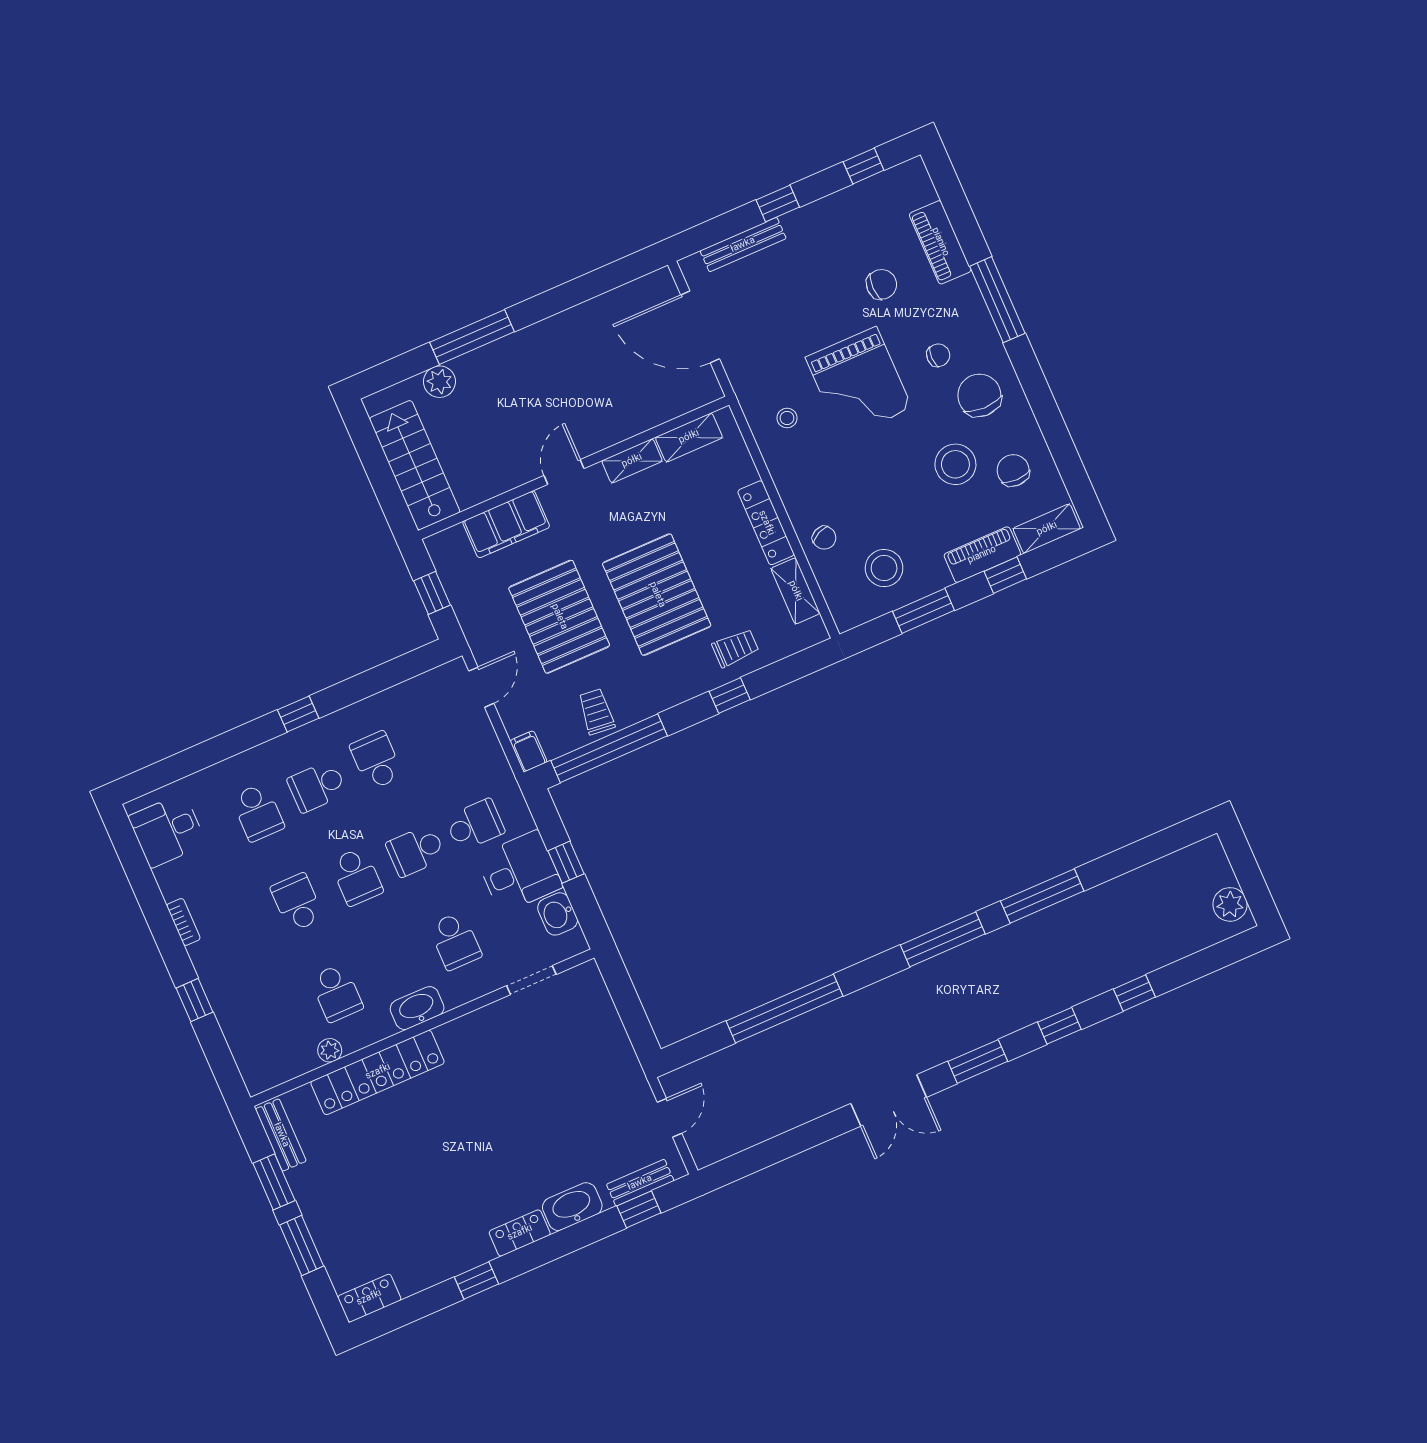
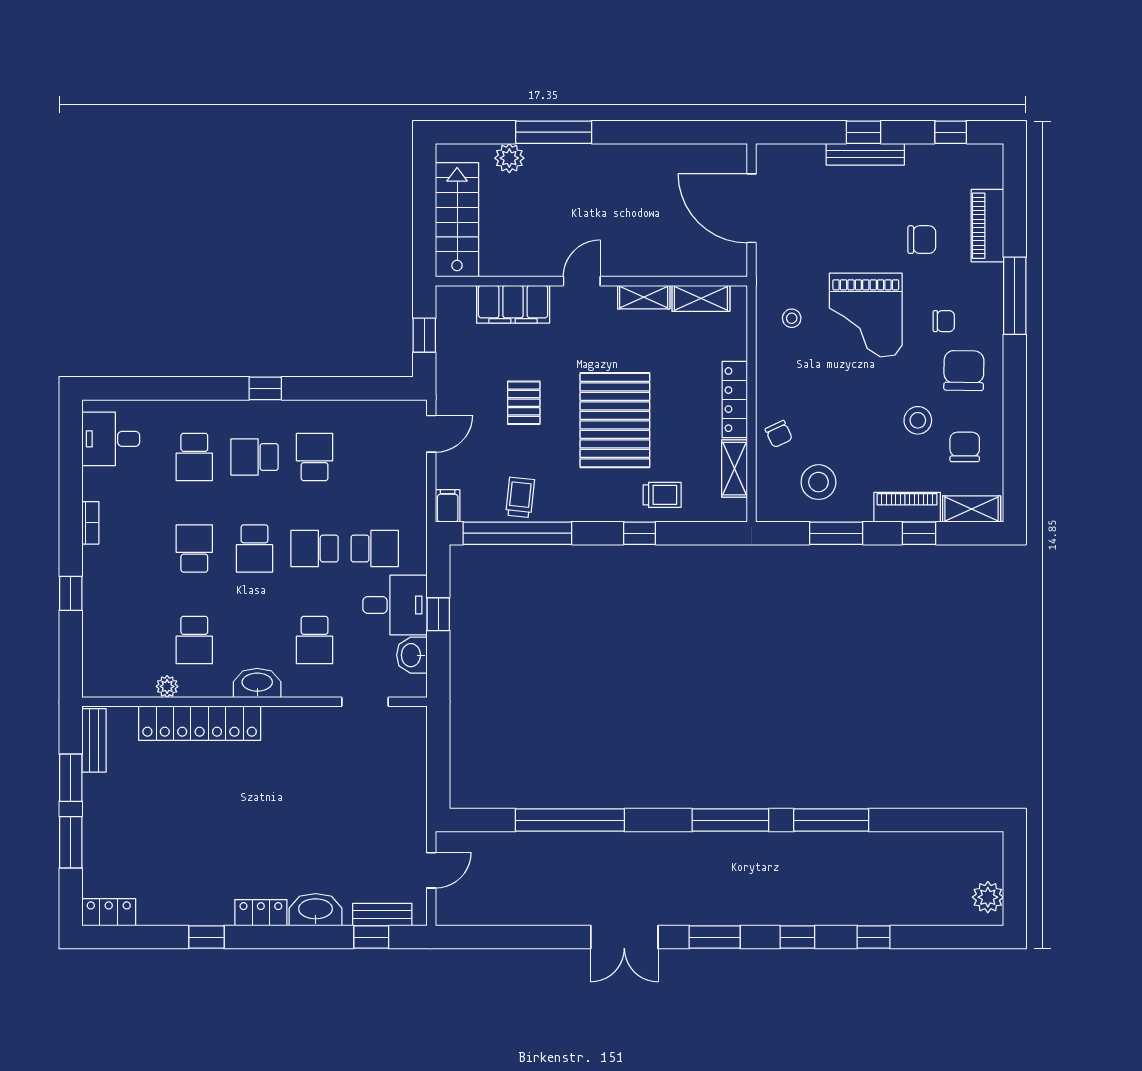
bench: (743, 245) -> (865, 154), moved
stool: (955, 464) -> (918, 420), width x0.73, depth x0.73
pallet: (559, 617) -> (524, 403), width x0.49, depth x0.50

